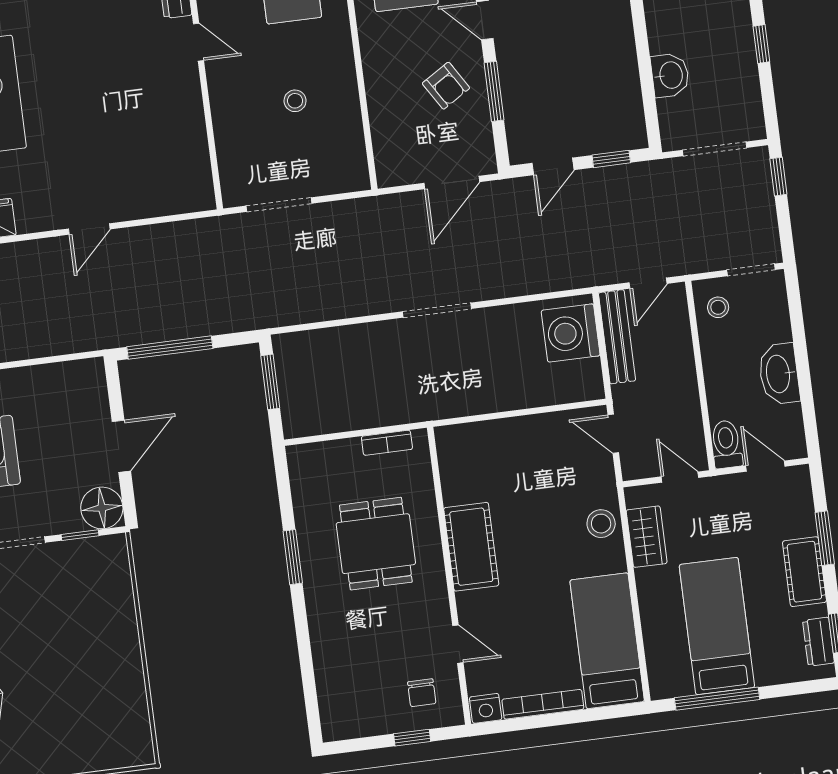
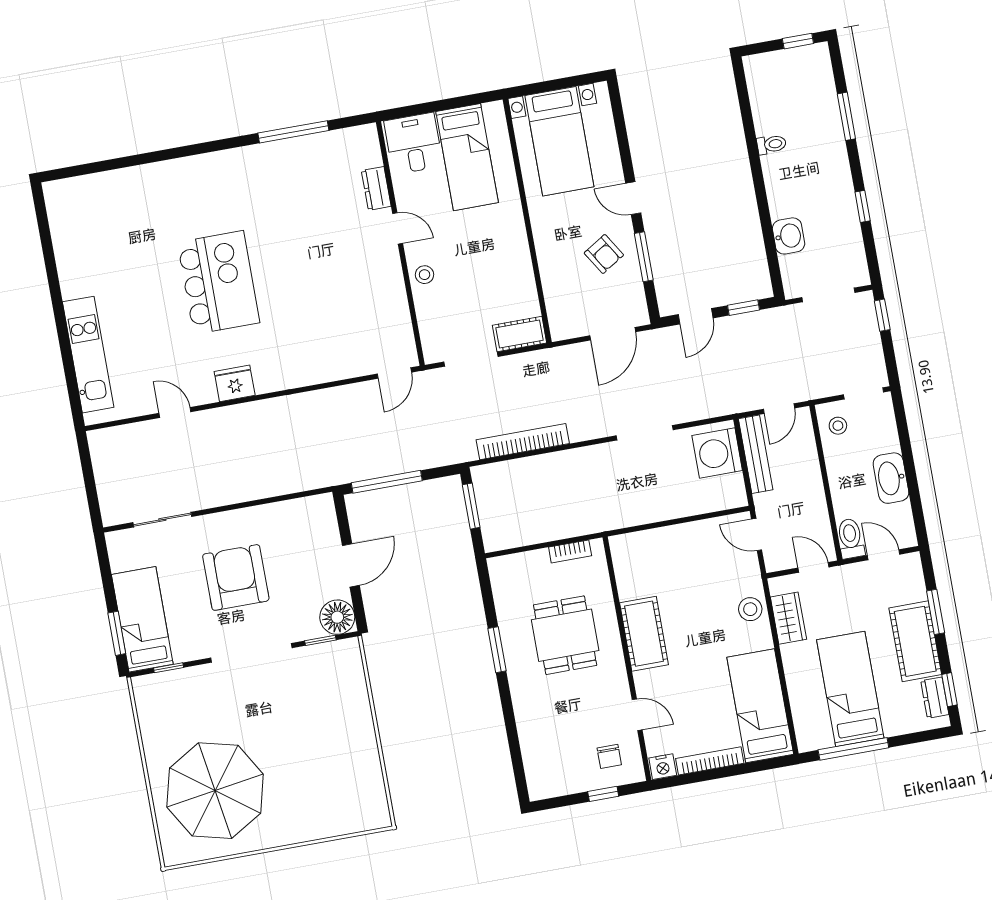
stool: (295, 101) -> (425, 275), moved
cot: (339, 177) -> (519, 334), added
door: (89, 229) -> (394, 373), moved
bookcase: (337, 307) -> (523, 442), added
doorway: (437, 310) -> (645, 433), moved
cot: (804, 572) -> (915, 641), width x1.37, depth x1.34

